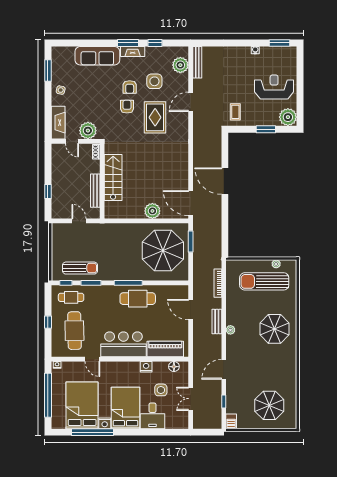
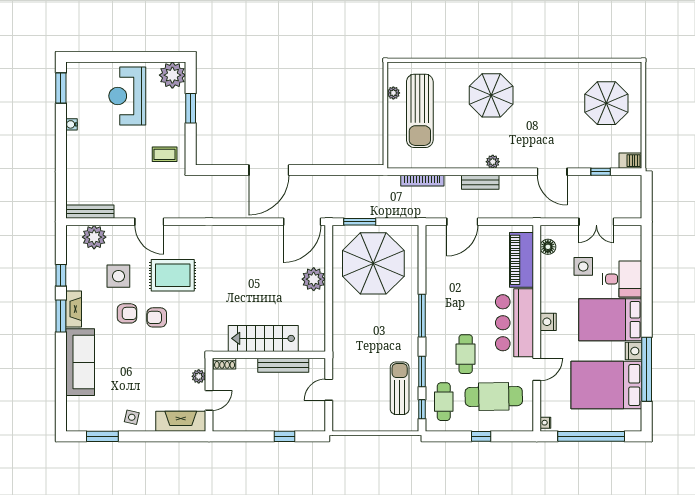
plant: (88, 131) -> (199, 376), width x0.53, depth x0.53
cafe table: (138, 299) -> (466, 354), moved, width x0.73, depth x0.74
nightstand: (146, 367) -> (548, 322), moved

